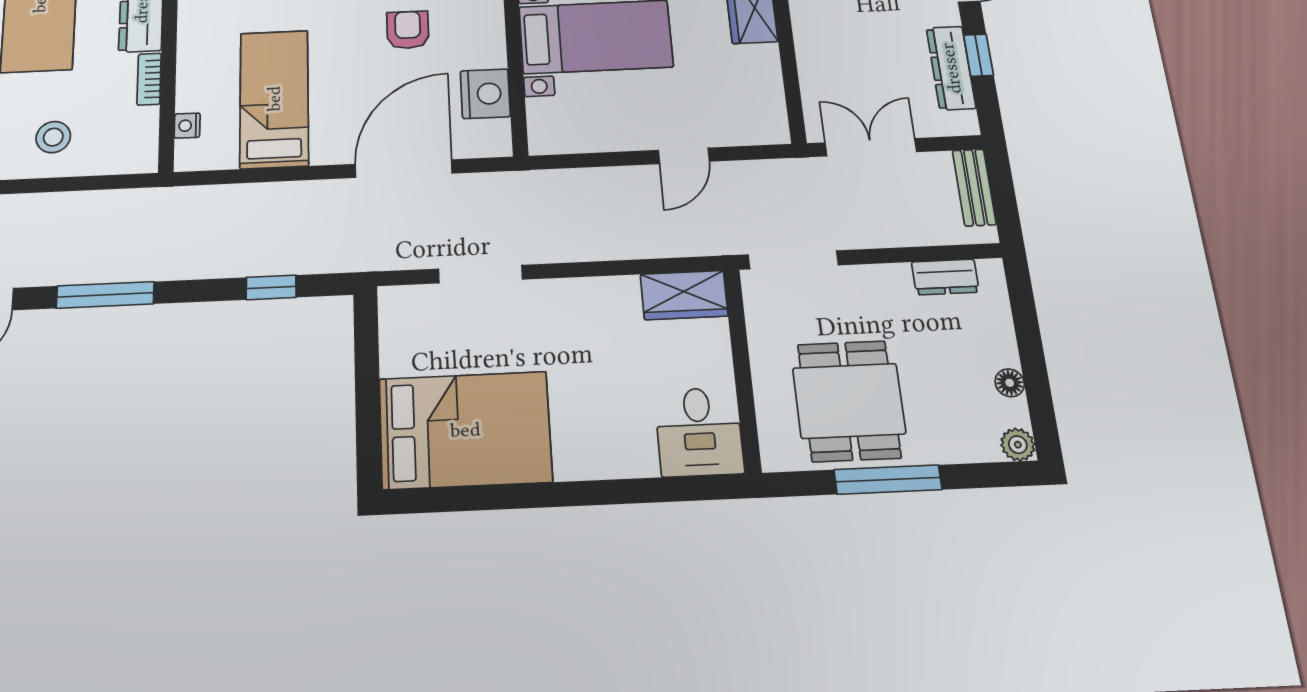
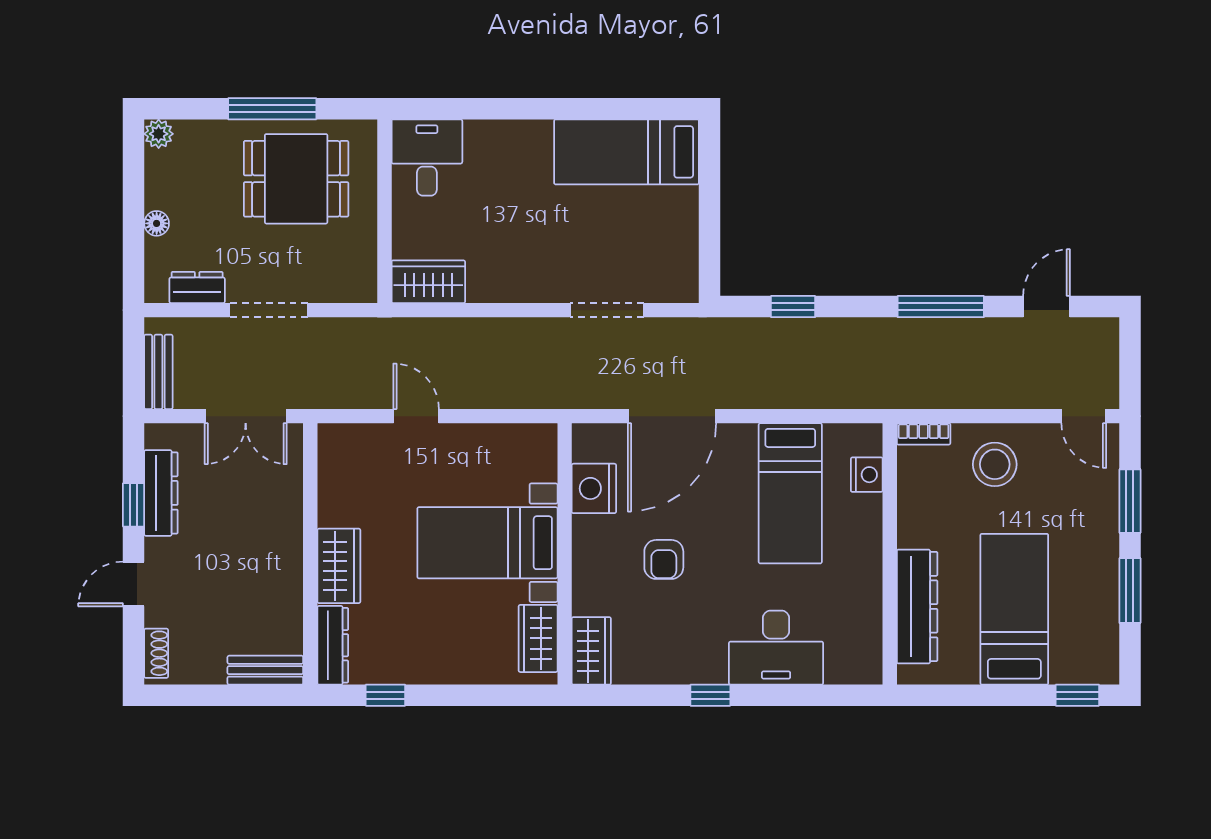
bookcase: (149, 79) -> (924, 434), moved, turned 90
nightstand: (187, 126) -> (867, 475), width x1.39, depth x1.35
stool: (53, 137) -> (995, 464), width x1.38, depth x1.38
door: (684, 156) -> (416, 416), hinge flipped
doorway: (793, 260) -> (269, 310), moved
floor lamp: (1010, 383) -> (157, 223), moved
dining table: (849, 401) -> (296, 179), turned 90
bed: (465, 430) -> (627, 152), width x0.67

